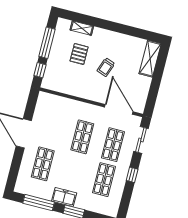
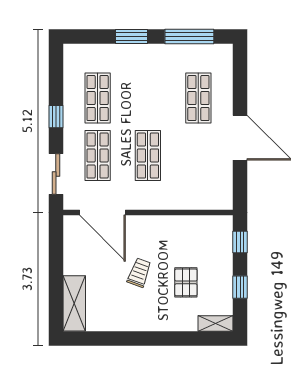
shelving: (82, 28) -> (216, 324), moved
window: (47, 43) -> (240, 287), width x0.46
freezer: (64, 197) -> (152, 55), removed

